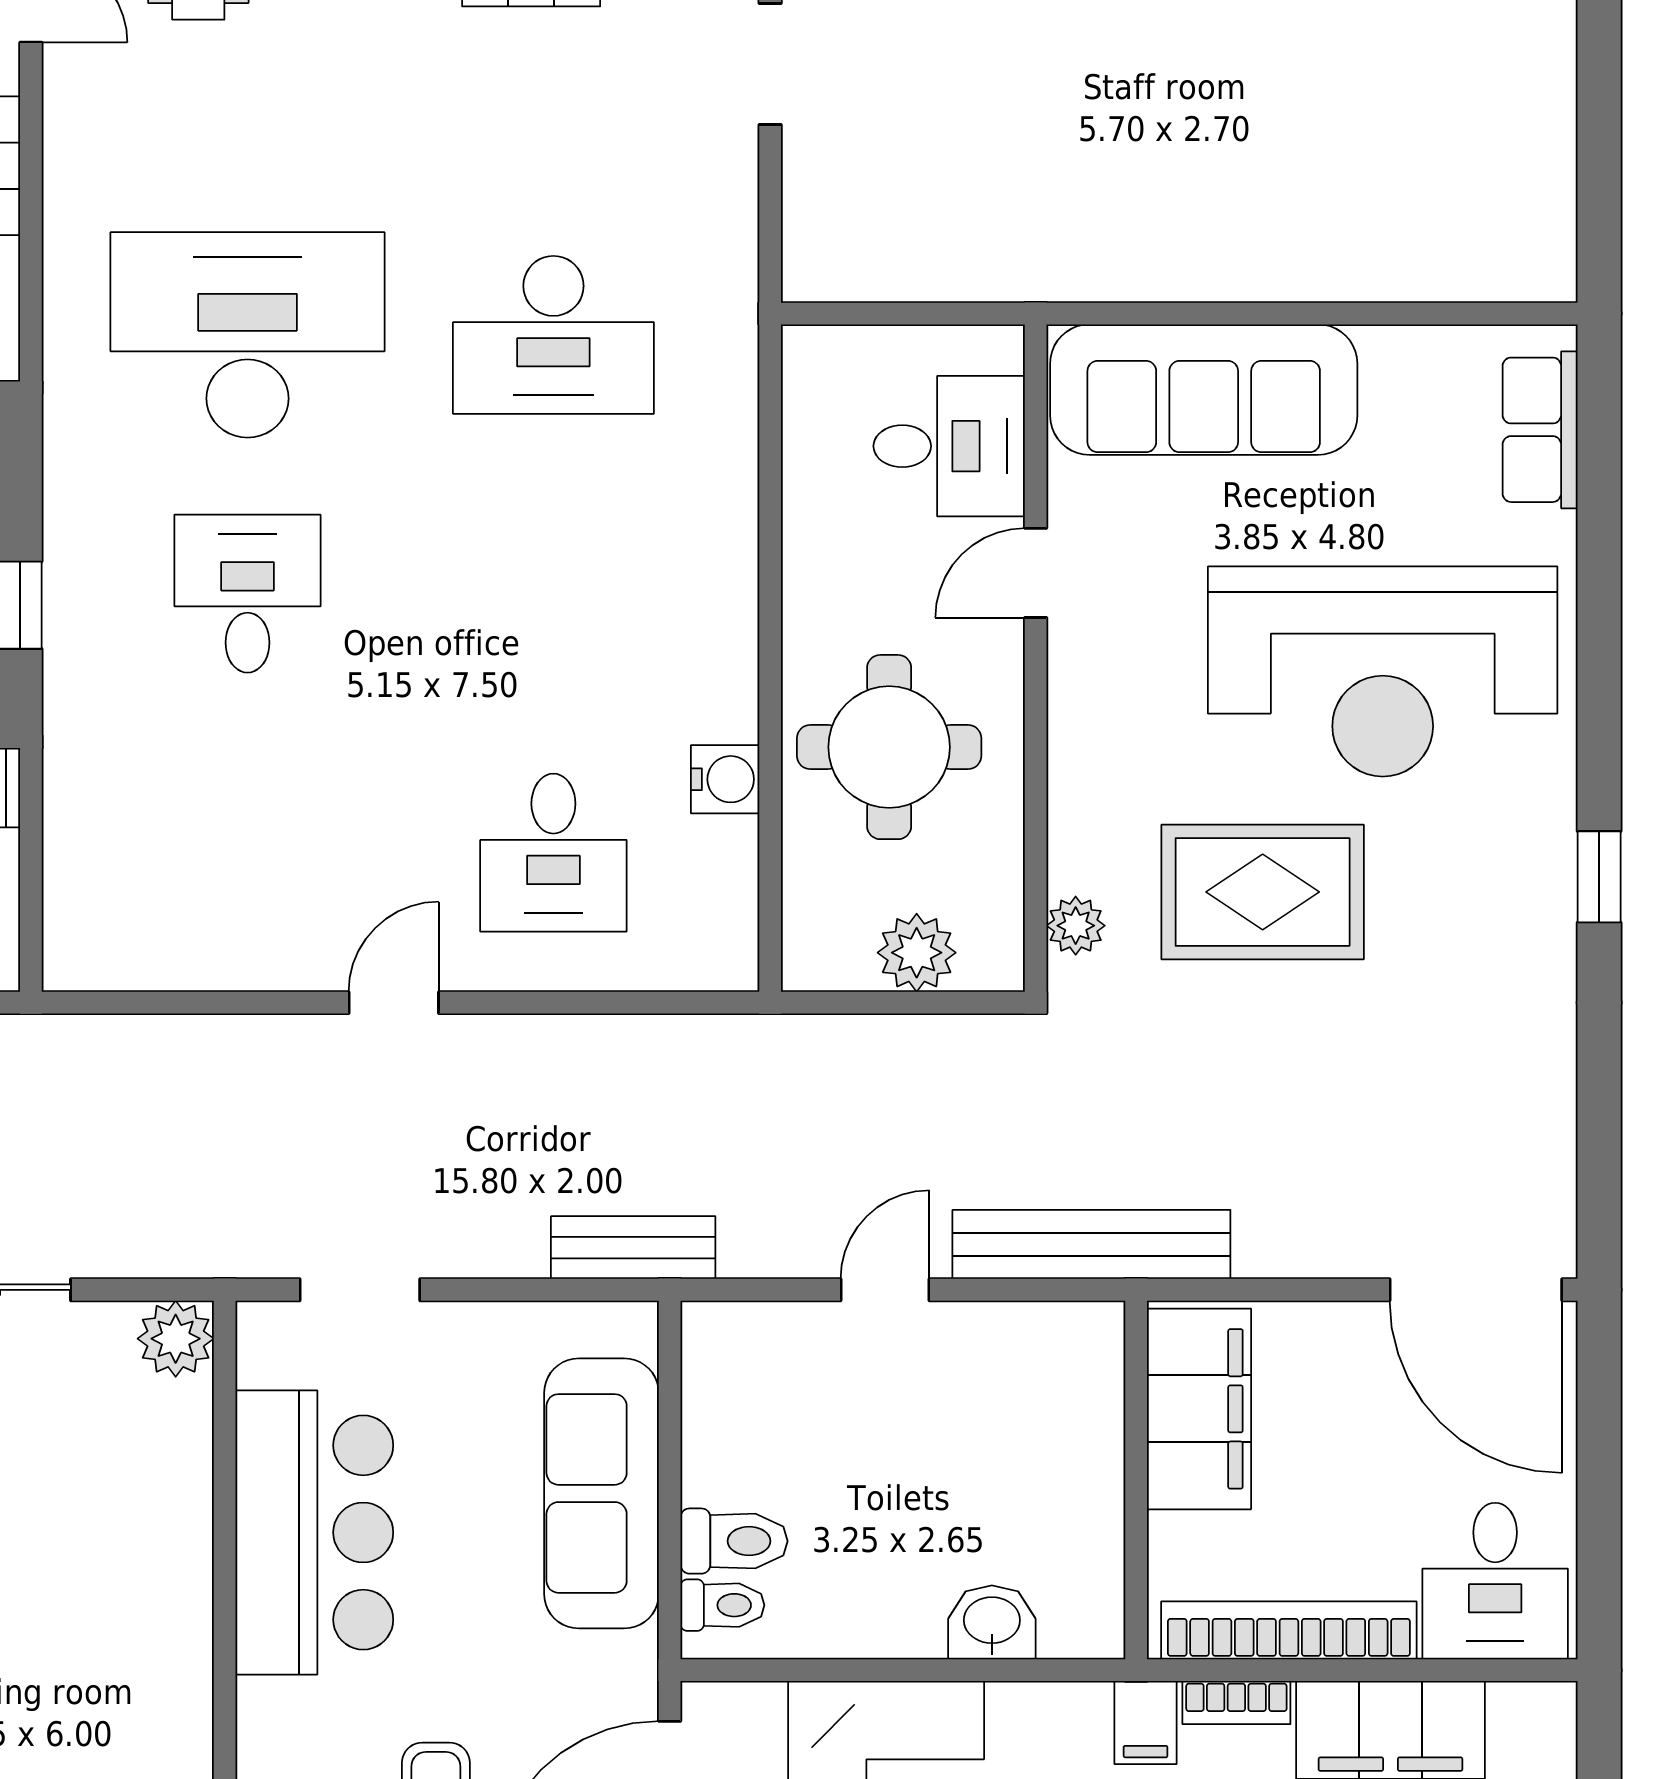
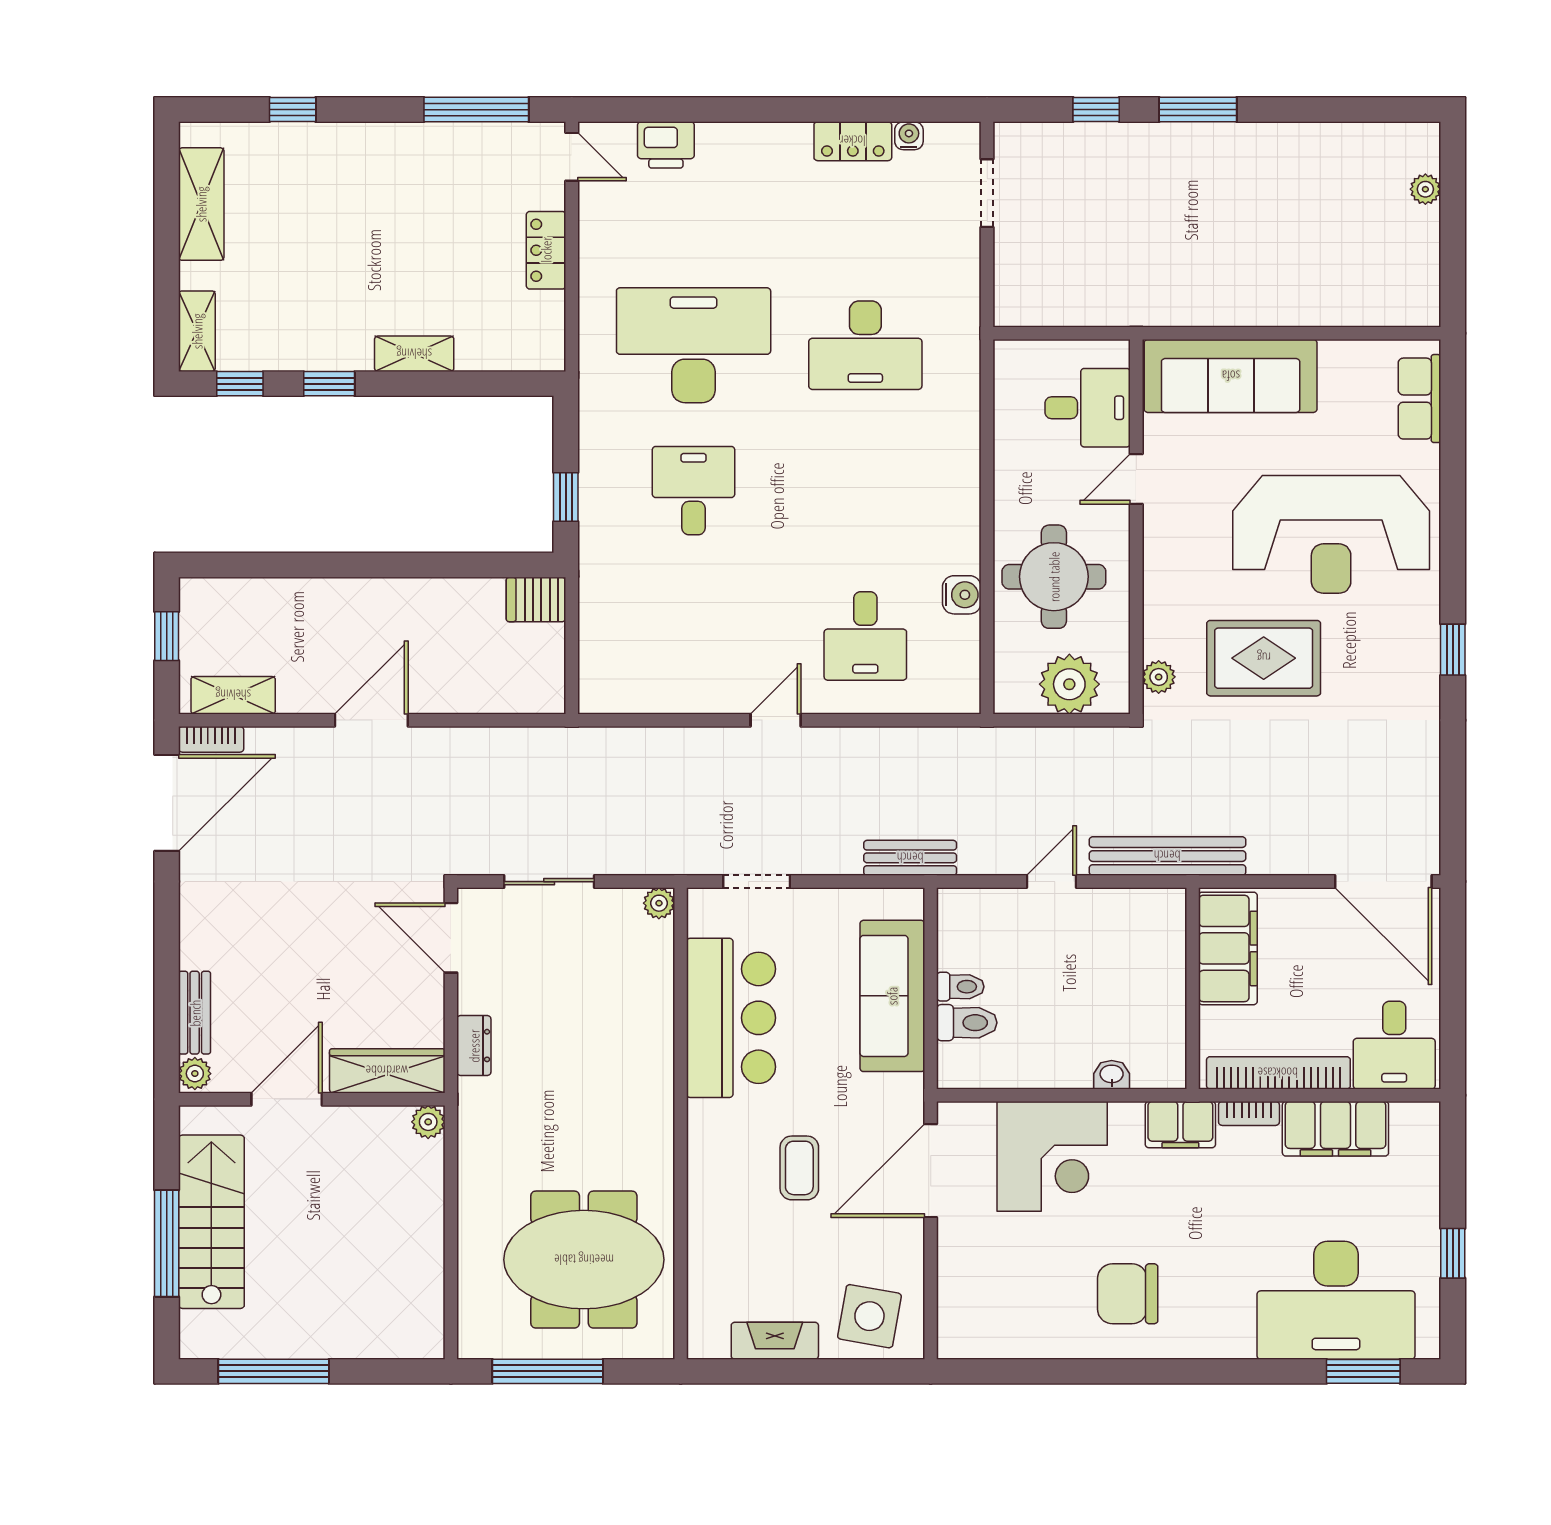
plant: (1551, 57) -> (1425, 189), added
plant: (917, 953) -> (1069, 684), width x1.36, depth x1.36
plant: (176, 1339) -> (659, 903), width x0.73, depth x0.73
toilet: (722, 1605) -> (960, 987), moved
washbasin: (992, 1622) -> (1112, 1075), width x0.72, depth x0.69
filing cabinet: (1146, 1722) -> (1180, 1125), width x2.00

